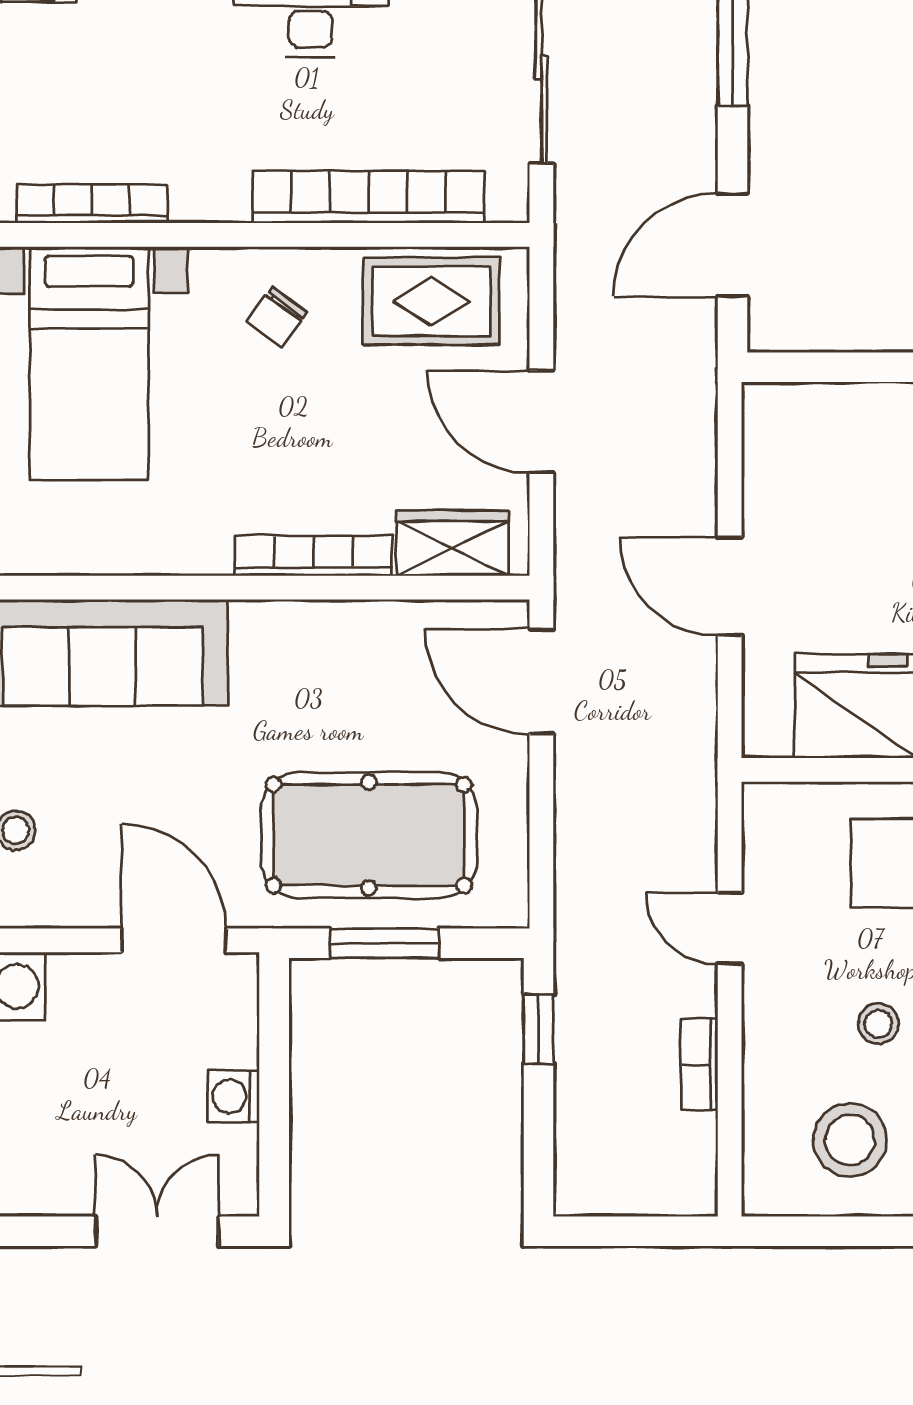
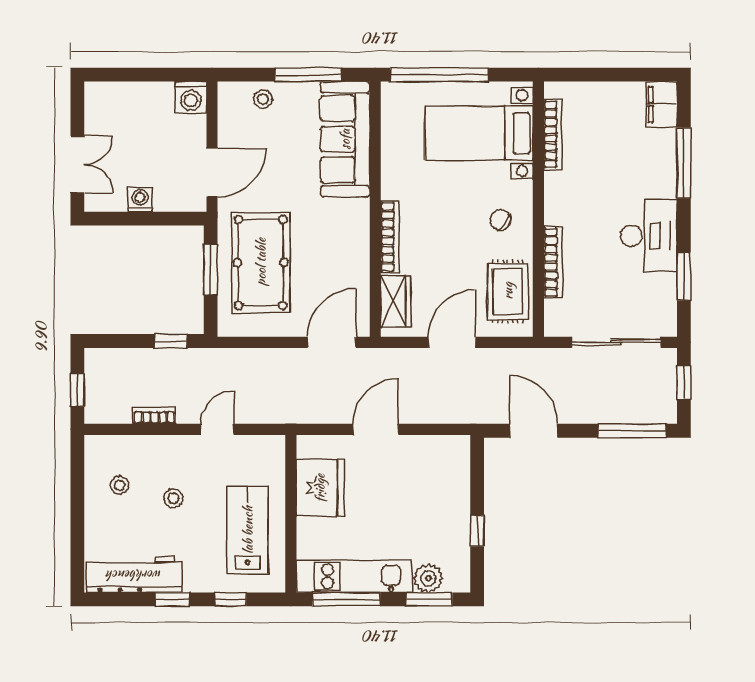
bookcase: (368, 197) -> (553, 262), width x0.68, depth x0.76
stool: (850, 1140) -> (120, 485), width x0.53, depth x0.53
window: (644, 1231) -> (77, 390), added

